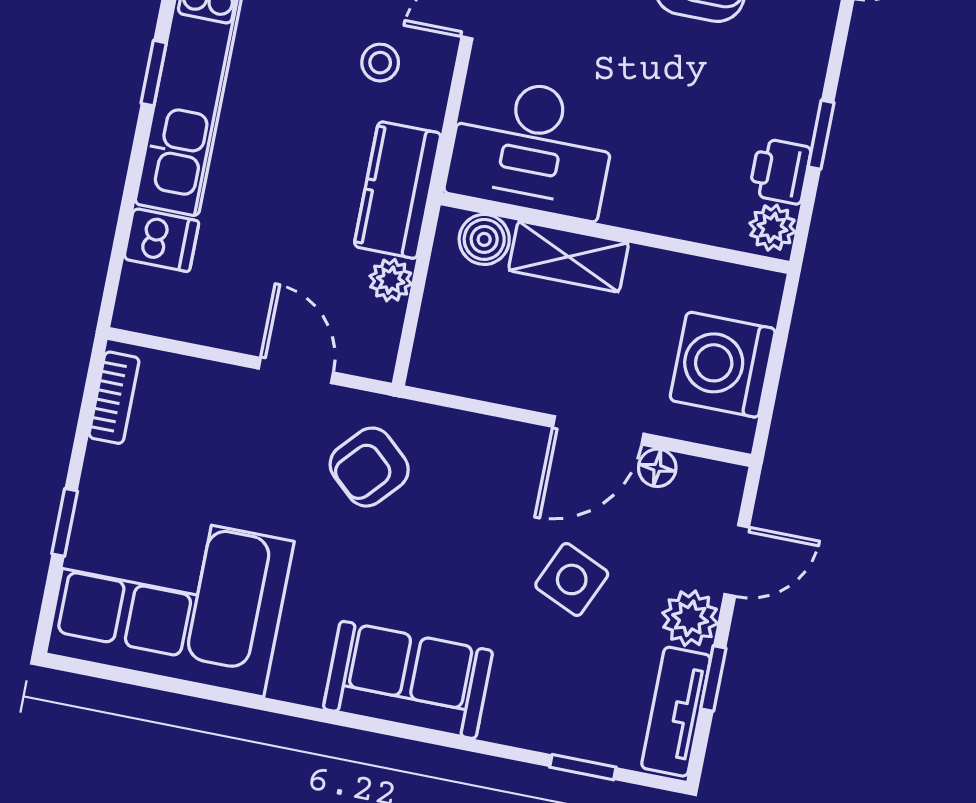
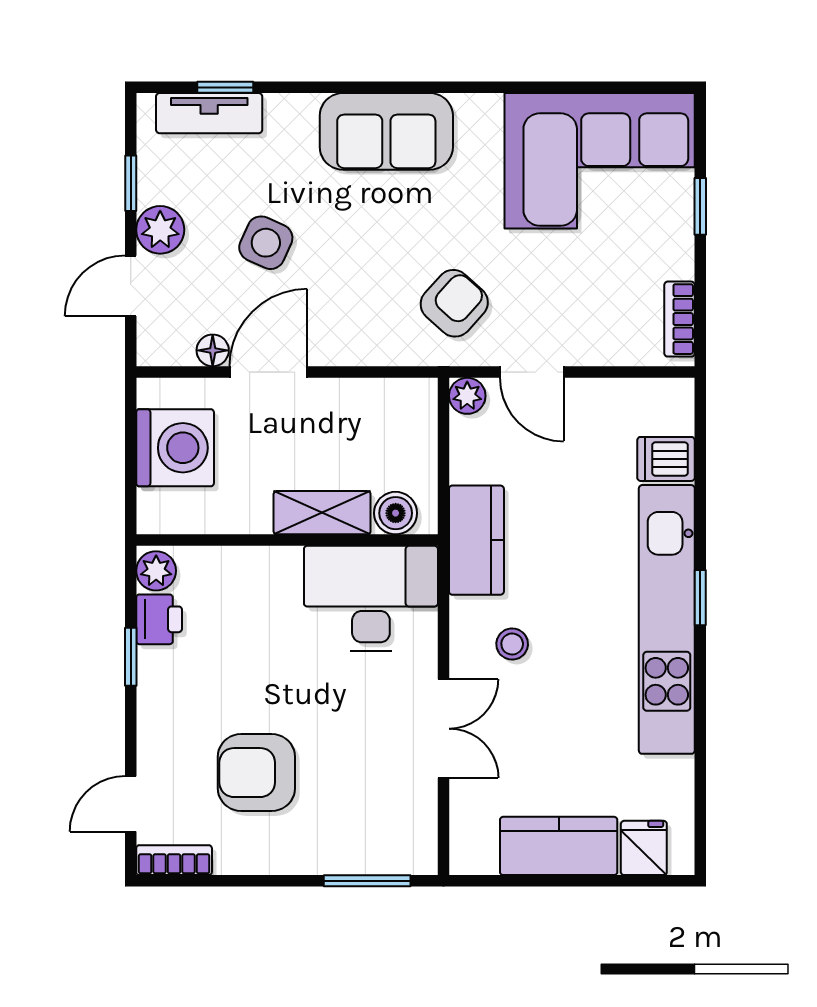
plant: (391, 280) -> (467, 396), moved
tv unit: (676, 712) -> (209, 113), moved, turned 90

